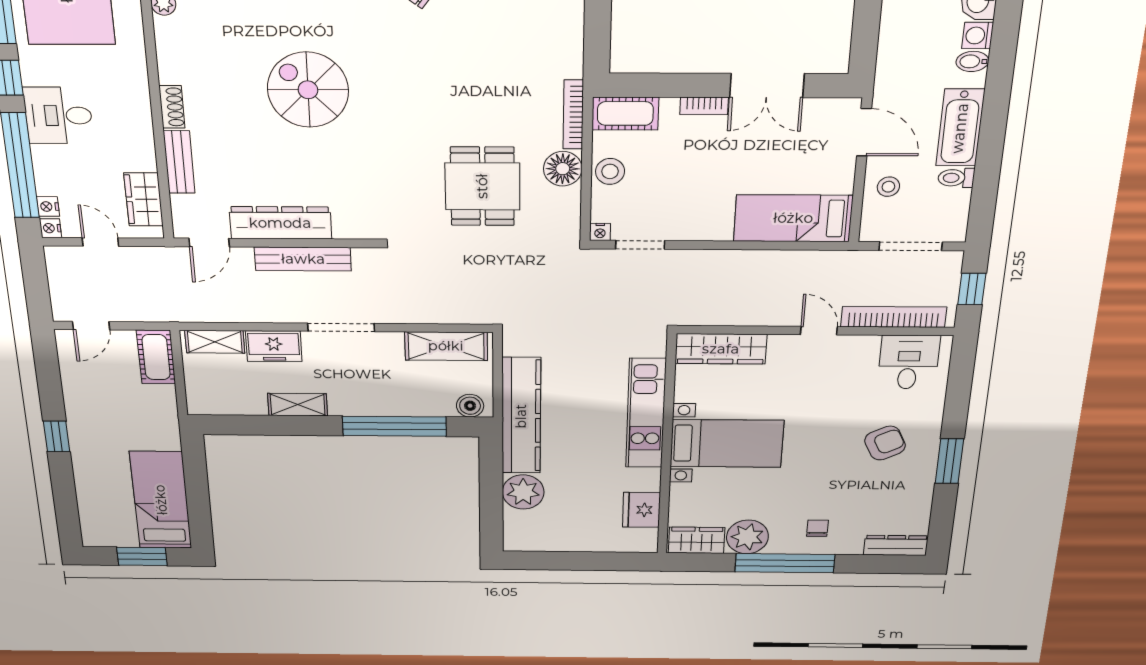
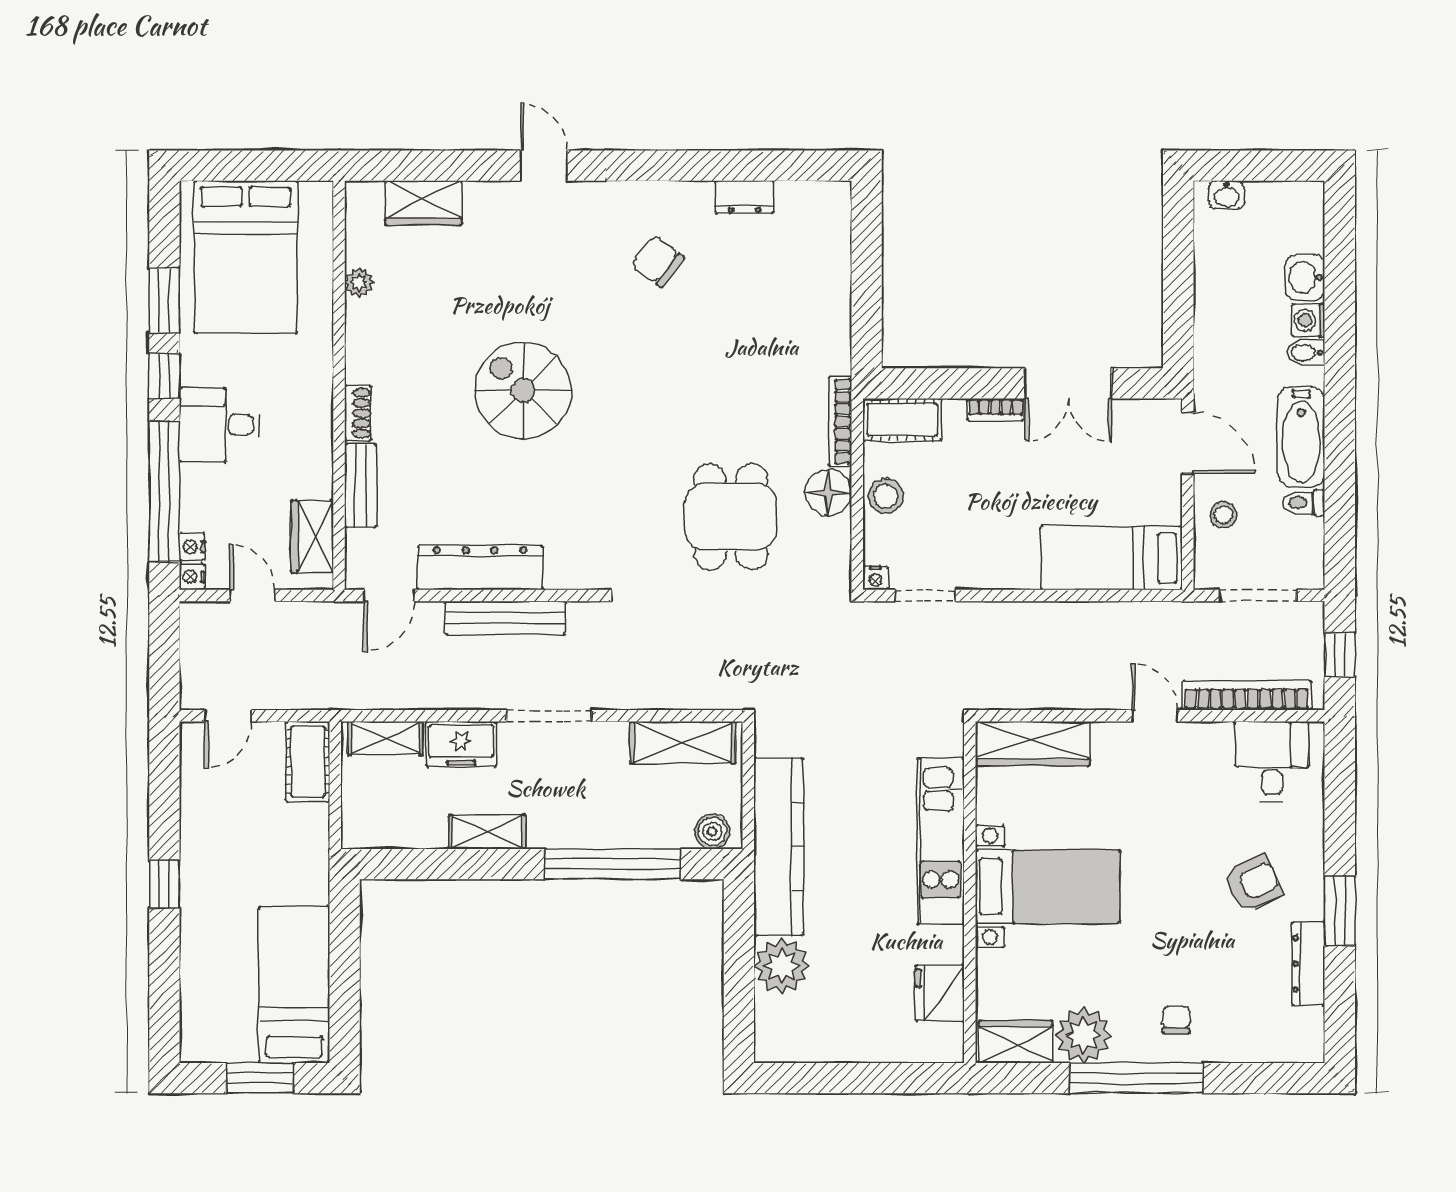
dresser: (896, 545) -> (1308, 964), moved, turned -90

